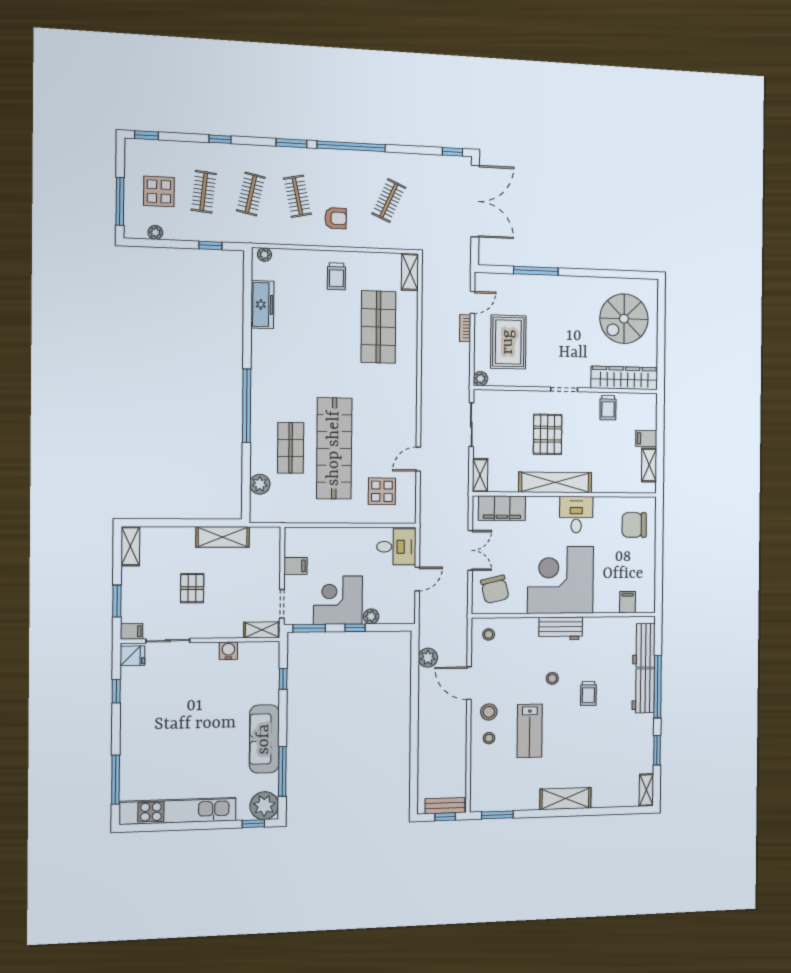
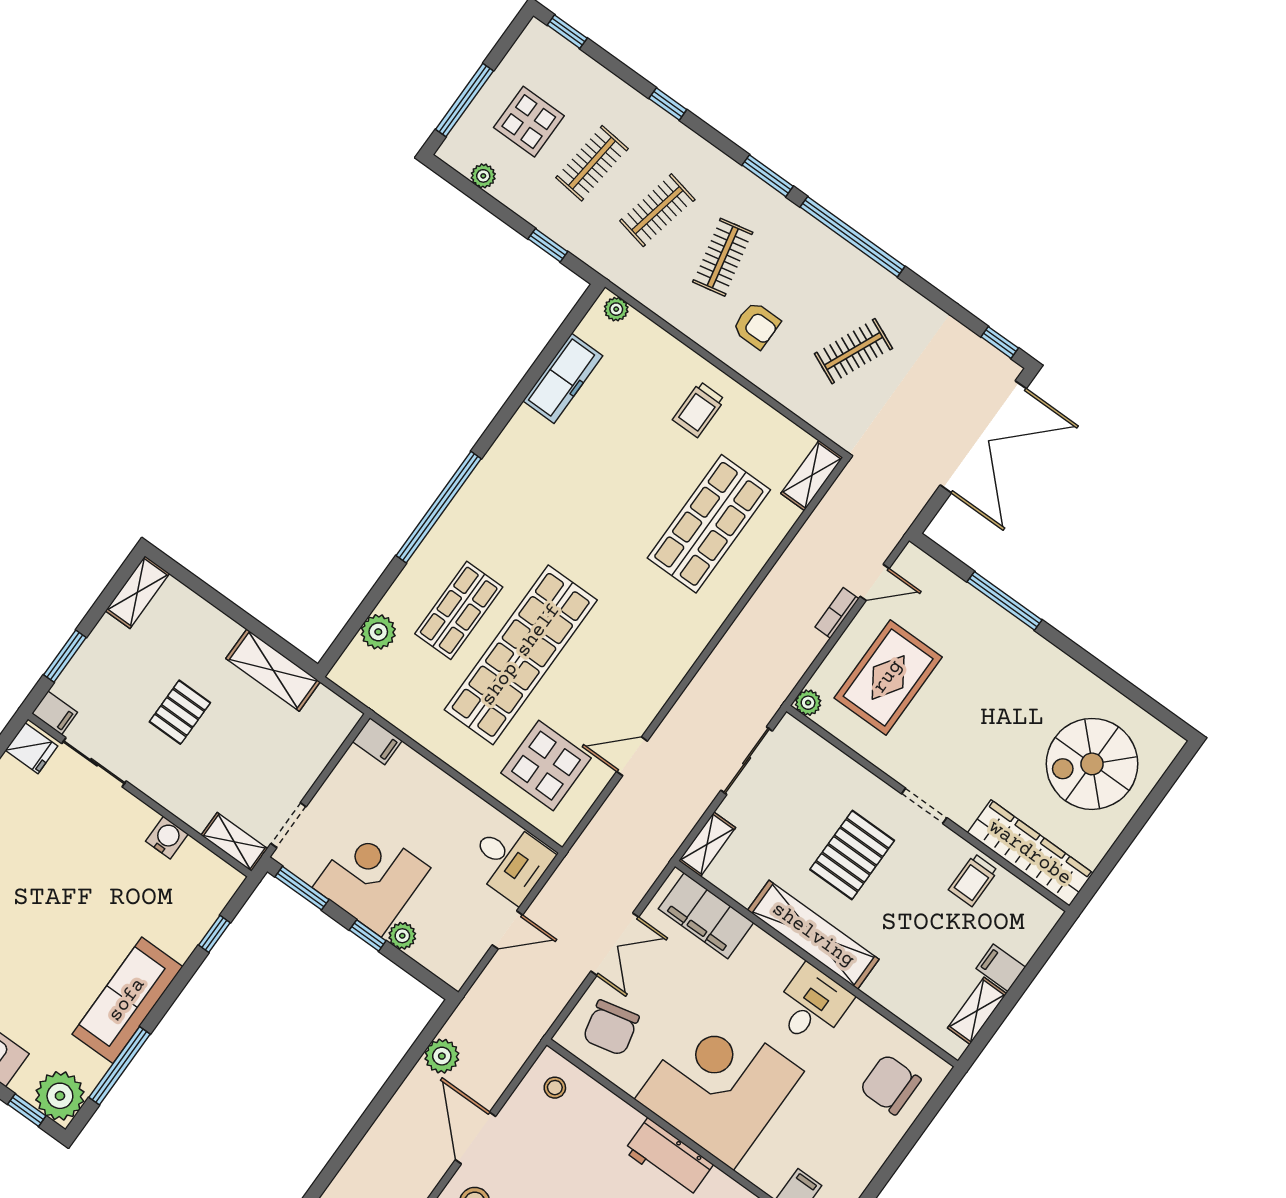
display table: (382, 491) -> (546, 766), width x1.36, depth x1.36
filing cabinet: (295, 566) -> (377, 741), moved

